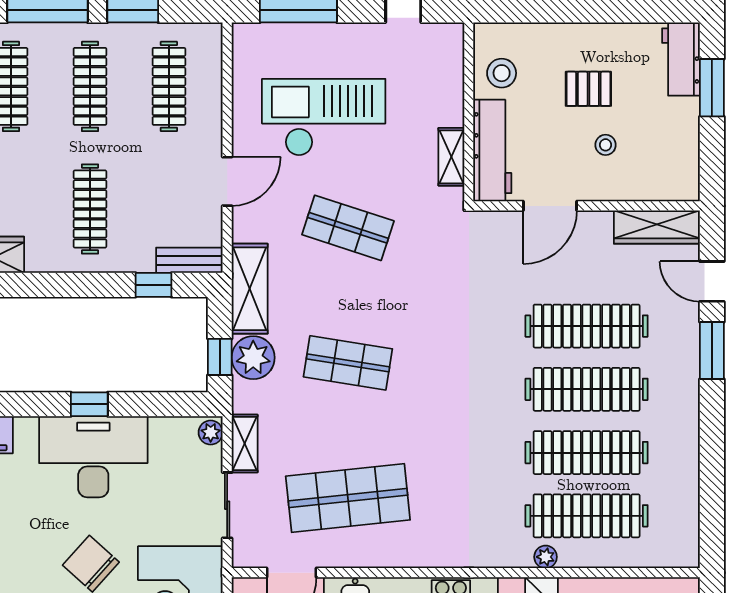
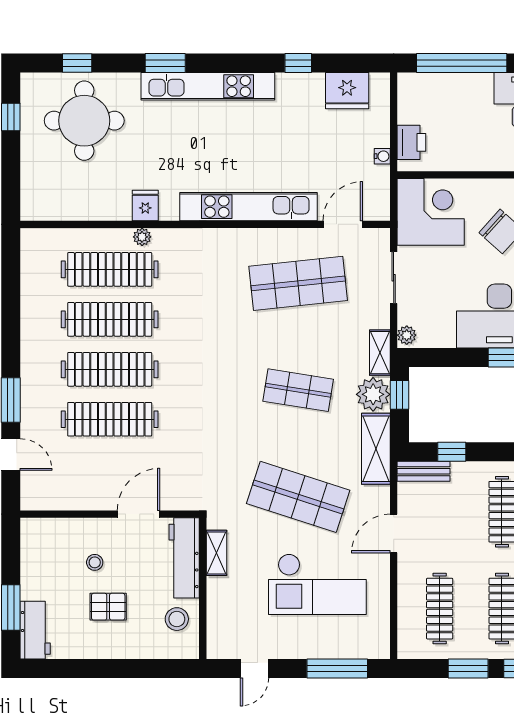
wardrobe: (657, 227) -> (54, 498), removed
shop shelf: (348, 228) -> (298, 497), width x1.43, depth x1.36
shelving: (245, 444) -> (380, 353), moved

